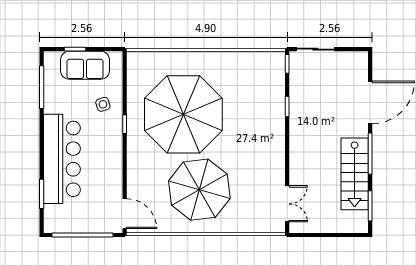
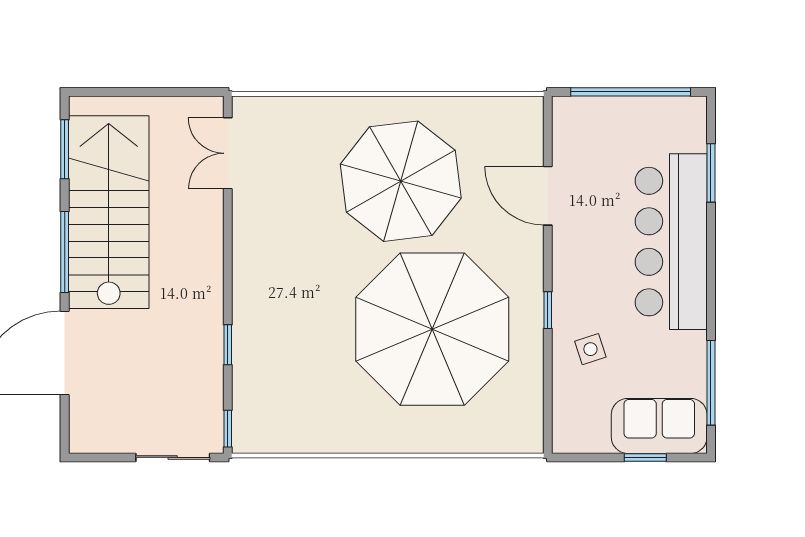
sofa: (85, 65) -> (659, 426), moved
stairs: (355, 174) -> (109, 212), width x1.36, depth x1.51
door: (125, 214) -> (548, 196), moved

